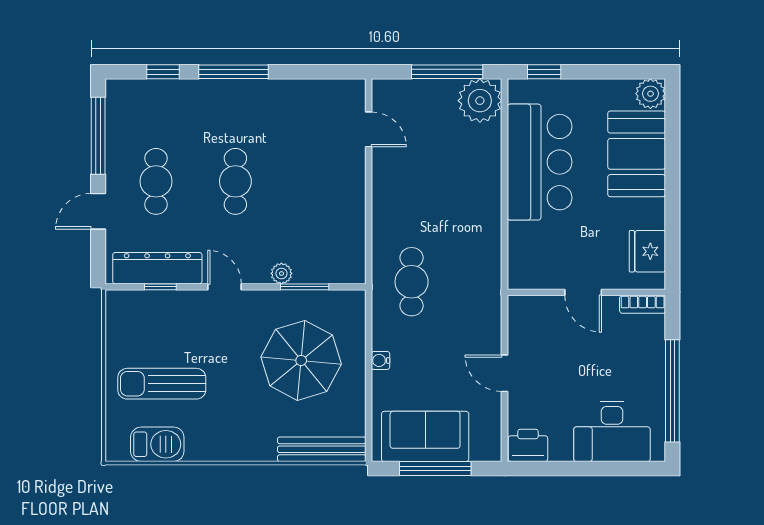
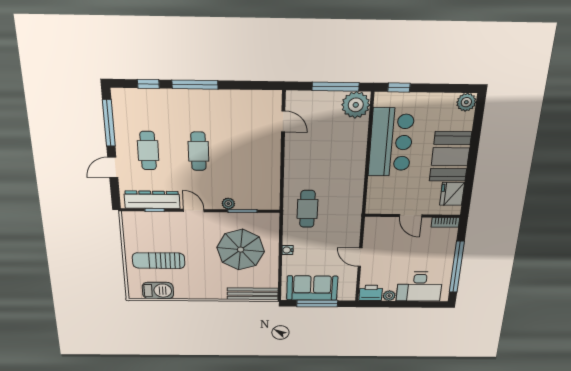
booth: (637, 154) -> (450, 157), moved
plant: (561, 451) -> (389, 296), added

